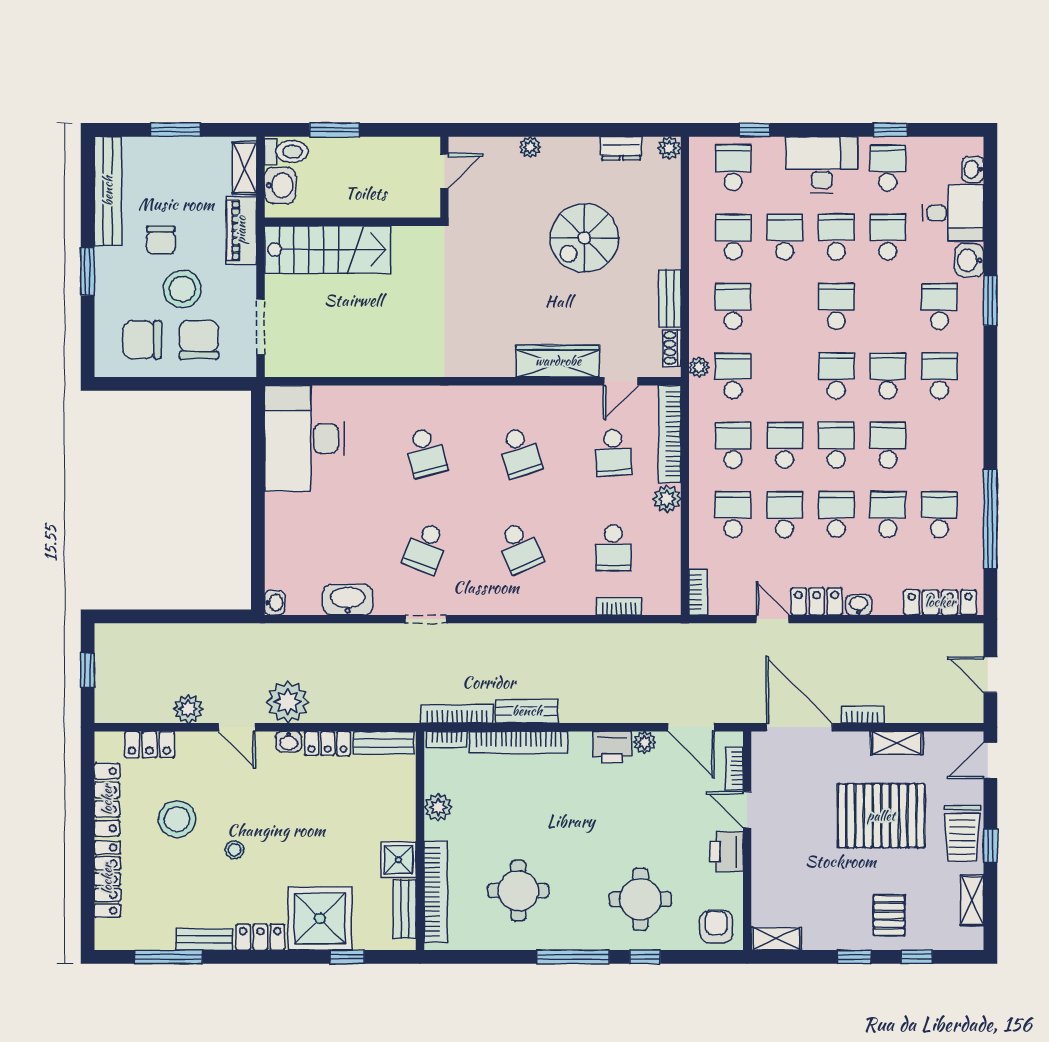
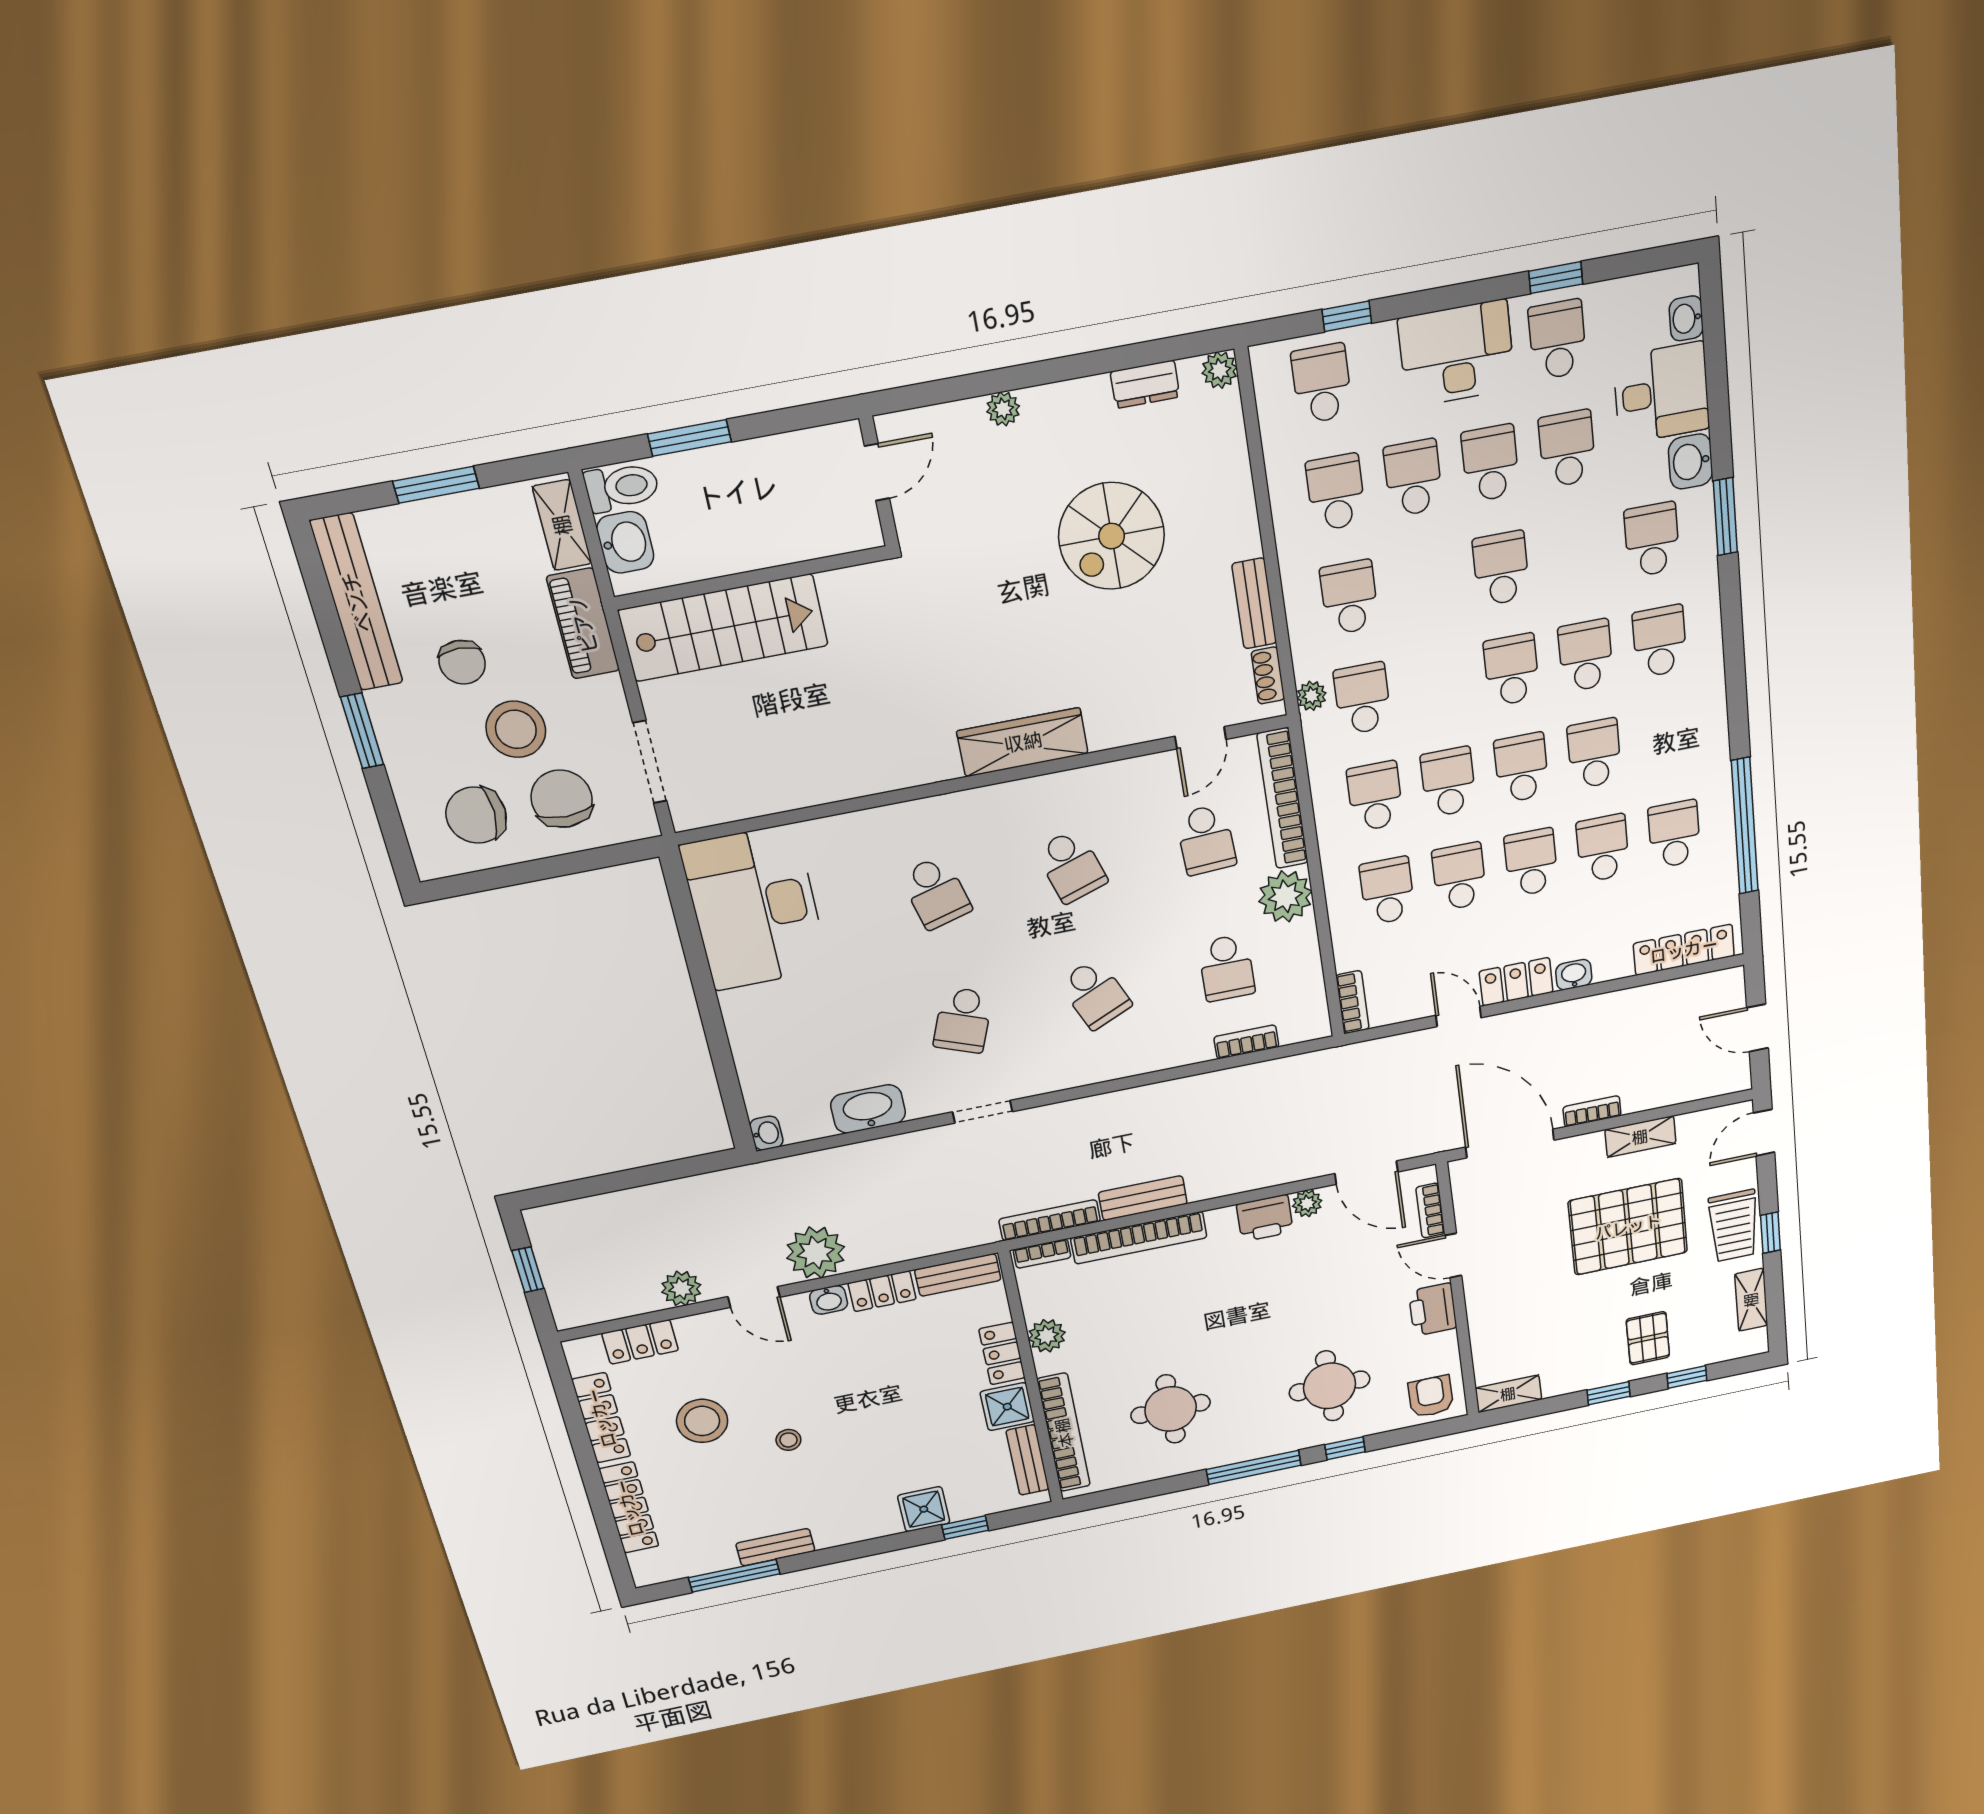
wardrobe: (558, 361) -> (1023, 742), moved
plant: (667, 499) -> (1285, 896), width x1.36, depth x1.36
shower: (320, 918) -> (924, 1509), width x0.54, depth x0.54
locker: (260, 937) -> (1002, 1353), moved, turned -90

